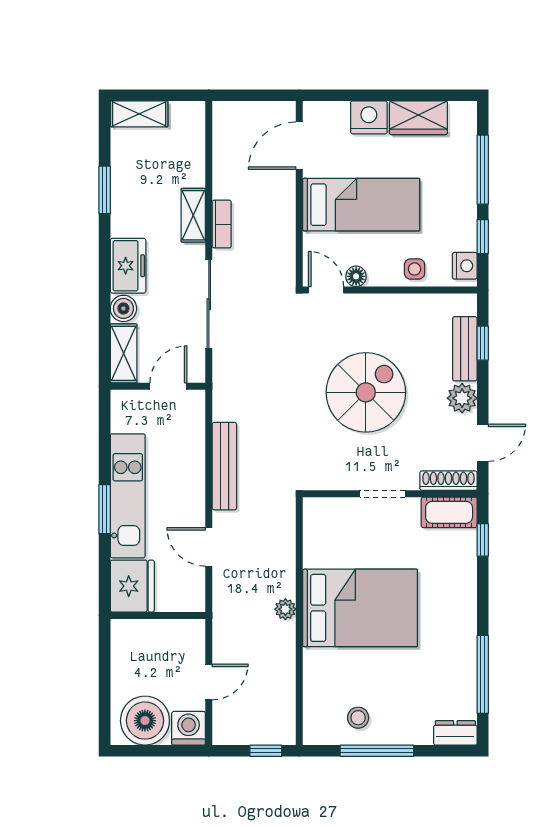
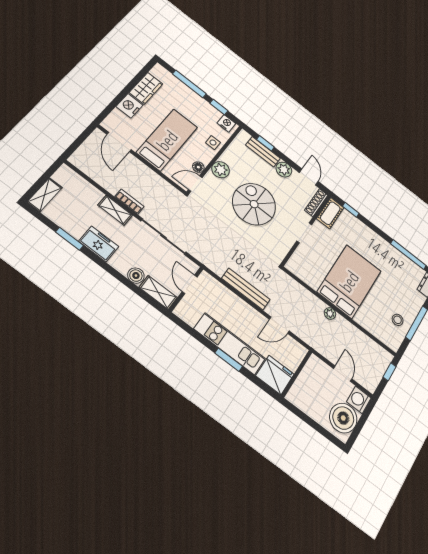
freezer: (128, 266) -> (99, 244), moved
plant: (380, 309) -> (221, 170), added

